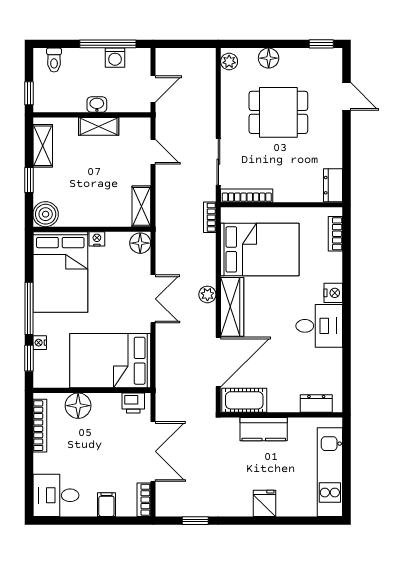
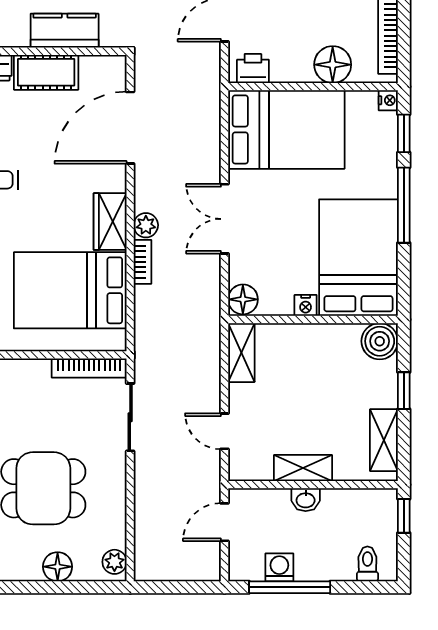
bookcase: (210, 217) -> (143, 262), moved
wardrobe: (232, 307) -> (110, 222), width x0.67
nightstand: (40, 343) -> (388, 100), moved
cot: (244, 400) -> (46, 72), moved

